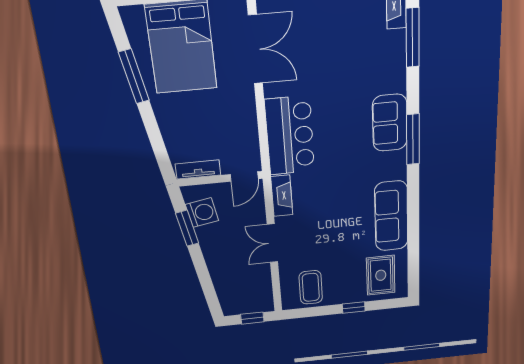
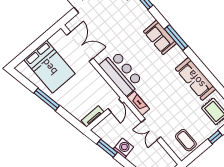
window: (134, 76) -> (47, 99), moved
washing machine: (202, 212) -> (123, 148), moved

